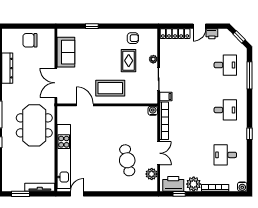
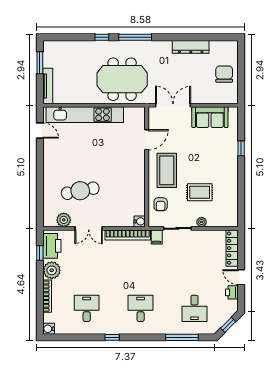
armchair: (133, 38) -> (161, 204), moved
desk: (225, 110) -> (141, 308), turned 180

